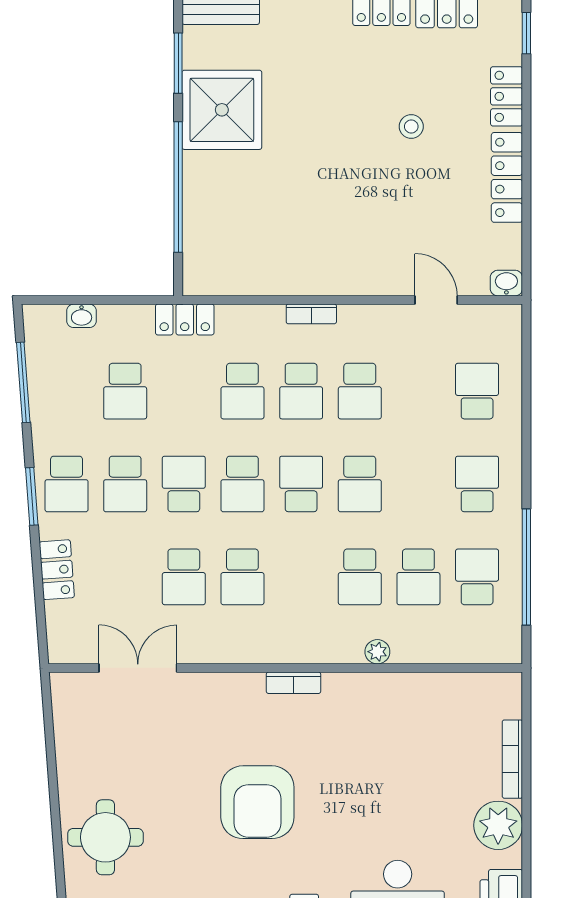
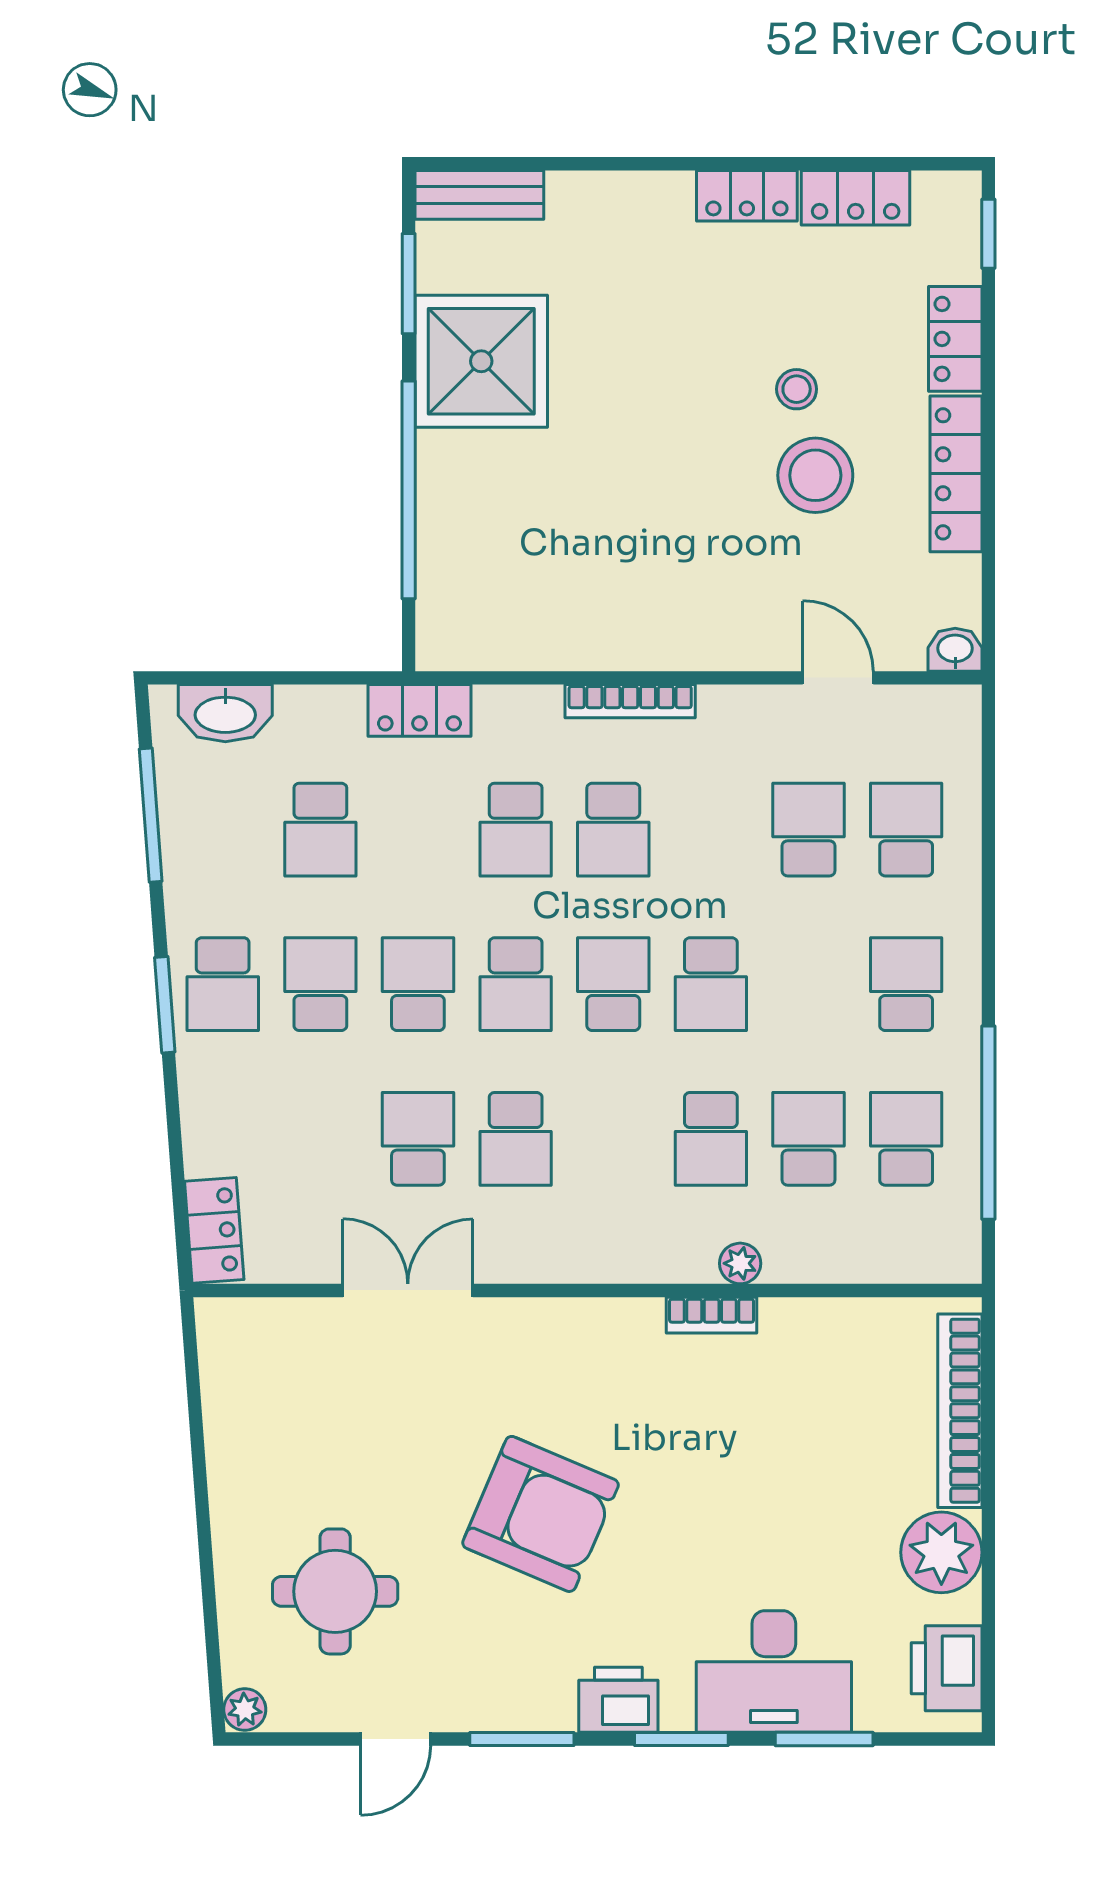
stool: (423, 178) -> (815, 475), added
bookcase: (311, 314) -> (630, 701), width x1.56
washbasin: (82, 316) -> (225, 713), width x1.91, depth x1.45
school desk: (360, 391) -> (809, 830), moved, turned 180
school desk: (125, 484) -> (320, 984), turned 180
locker: (57, 570) -> (214, 1230), moved
school desk: (184, 577) -> (418, 1139), turned 180
school desk: (418, 577) -> (809, 1139), turned 180
double door: (138, 668) -> (408, 1290), moved
bookcase: (294, 683) -> (712, 1315), moved
bookcase: (512, 759) -> (960, 1411), width x1.48, depth x1.31
armchair: (257, 802) -> (541, 1514), turned -67
round table: (105, 837) -> (335, 1591), moved

